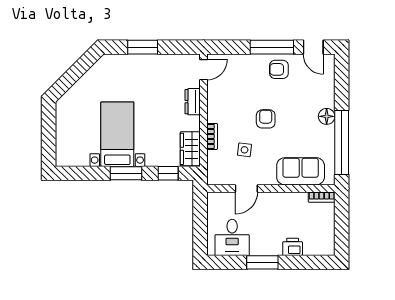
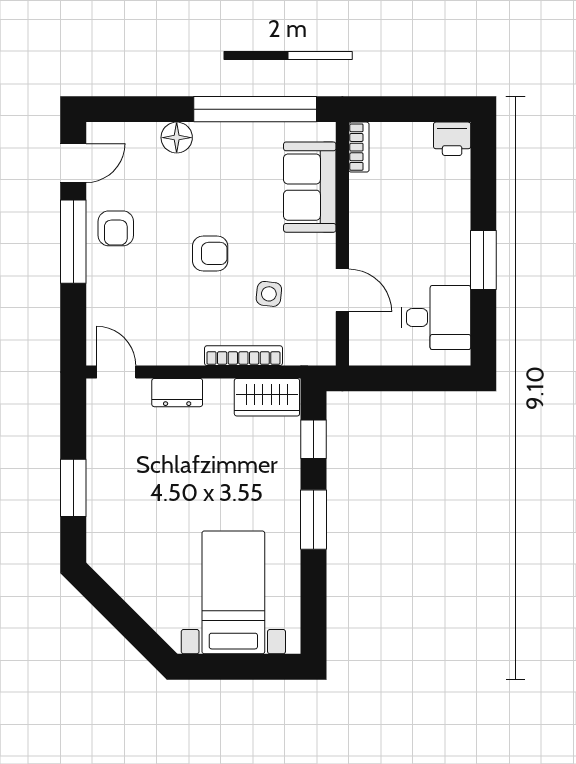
floor lamp: (327, 116) -> (177, 138), moved
armchair: (266, 119) -> (210, 253), turned 180
bed with nightstands: (117, 134) -> (233, 592), moved, turned 90
bookcase: (212, 136) -> (243, 356), width x1.56
printer: (293, 247) -> (452, 139), moved, turned -90

